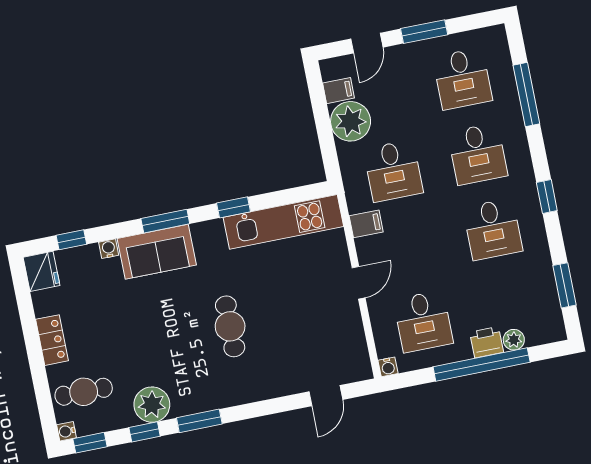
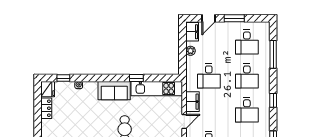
filing cabinet: (338, 91) -> (192, 32), width x2.00
plant: (351, 121) -> (190, 51), width x0.53, depth x0.53
window: (165, 221) -> (106, 78), removed
filing cabinet: (366, 224) -> (192, 102), width x2.00
sofa: (157, 252) -> (114, 91), moved
locker: (52, 340) -> (46, 108), moved

